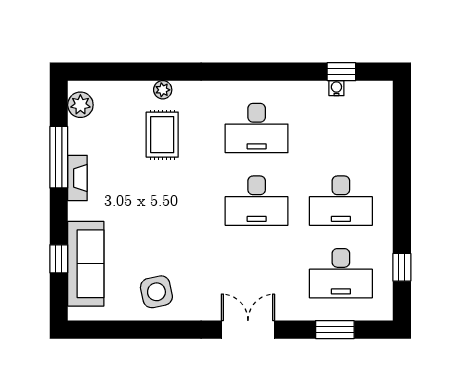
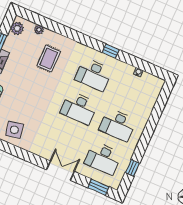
window: (341, 72) -> (111, 51), moved
plant: (163, 90) -> (39, 30), moved
double door: (248, 330) -> (60, 171), moved
window: (335, 330) -> (98, 187), moved

